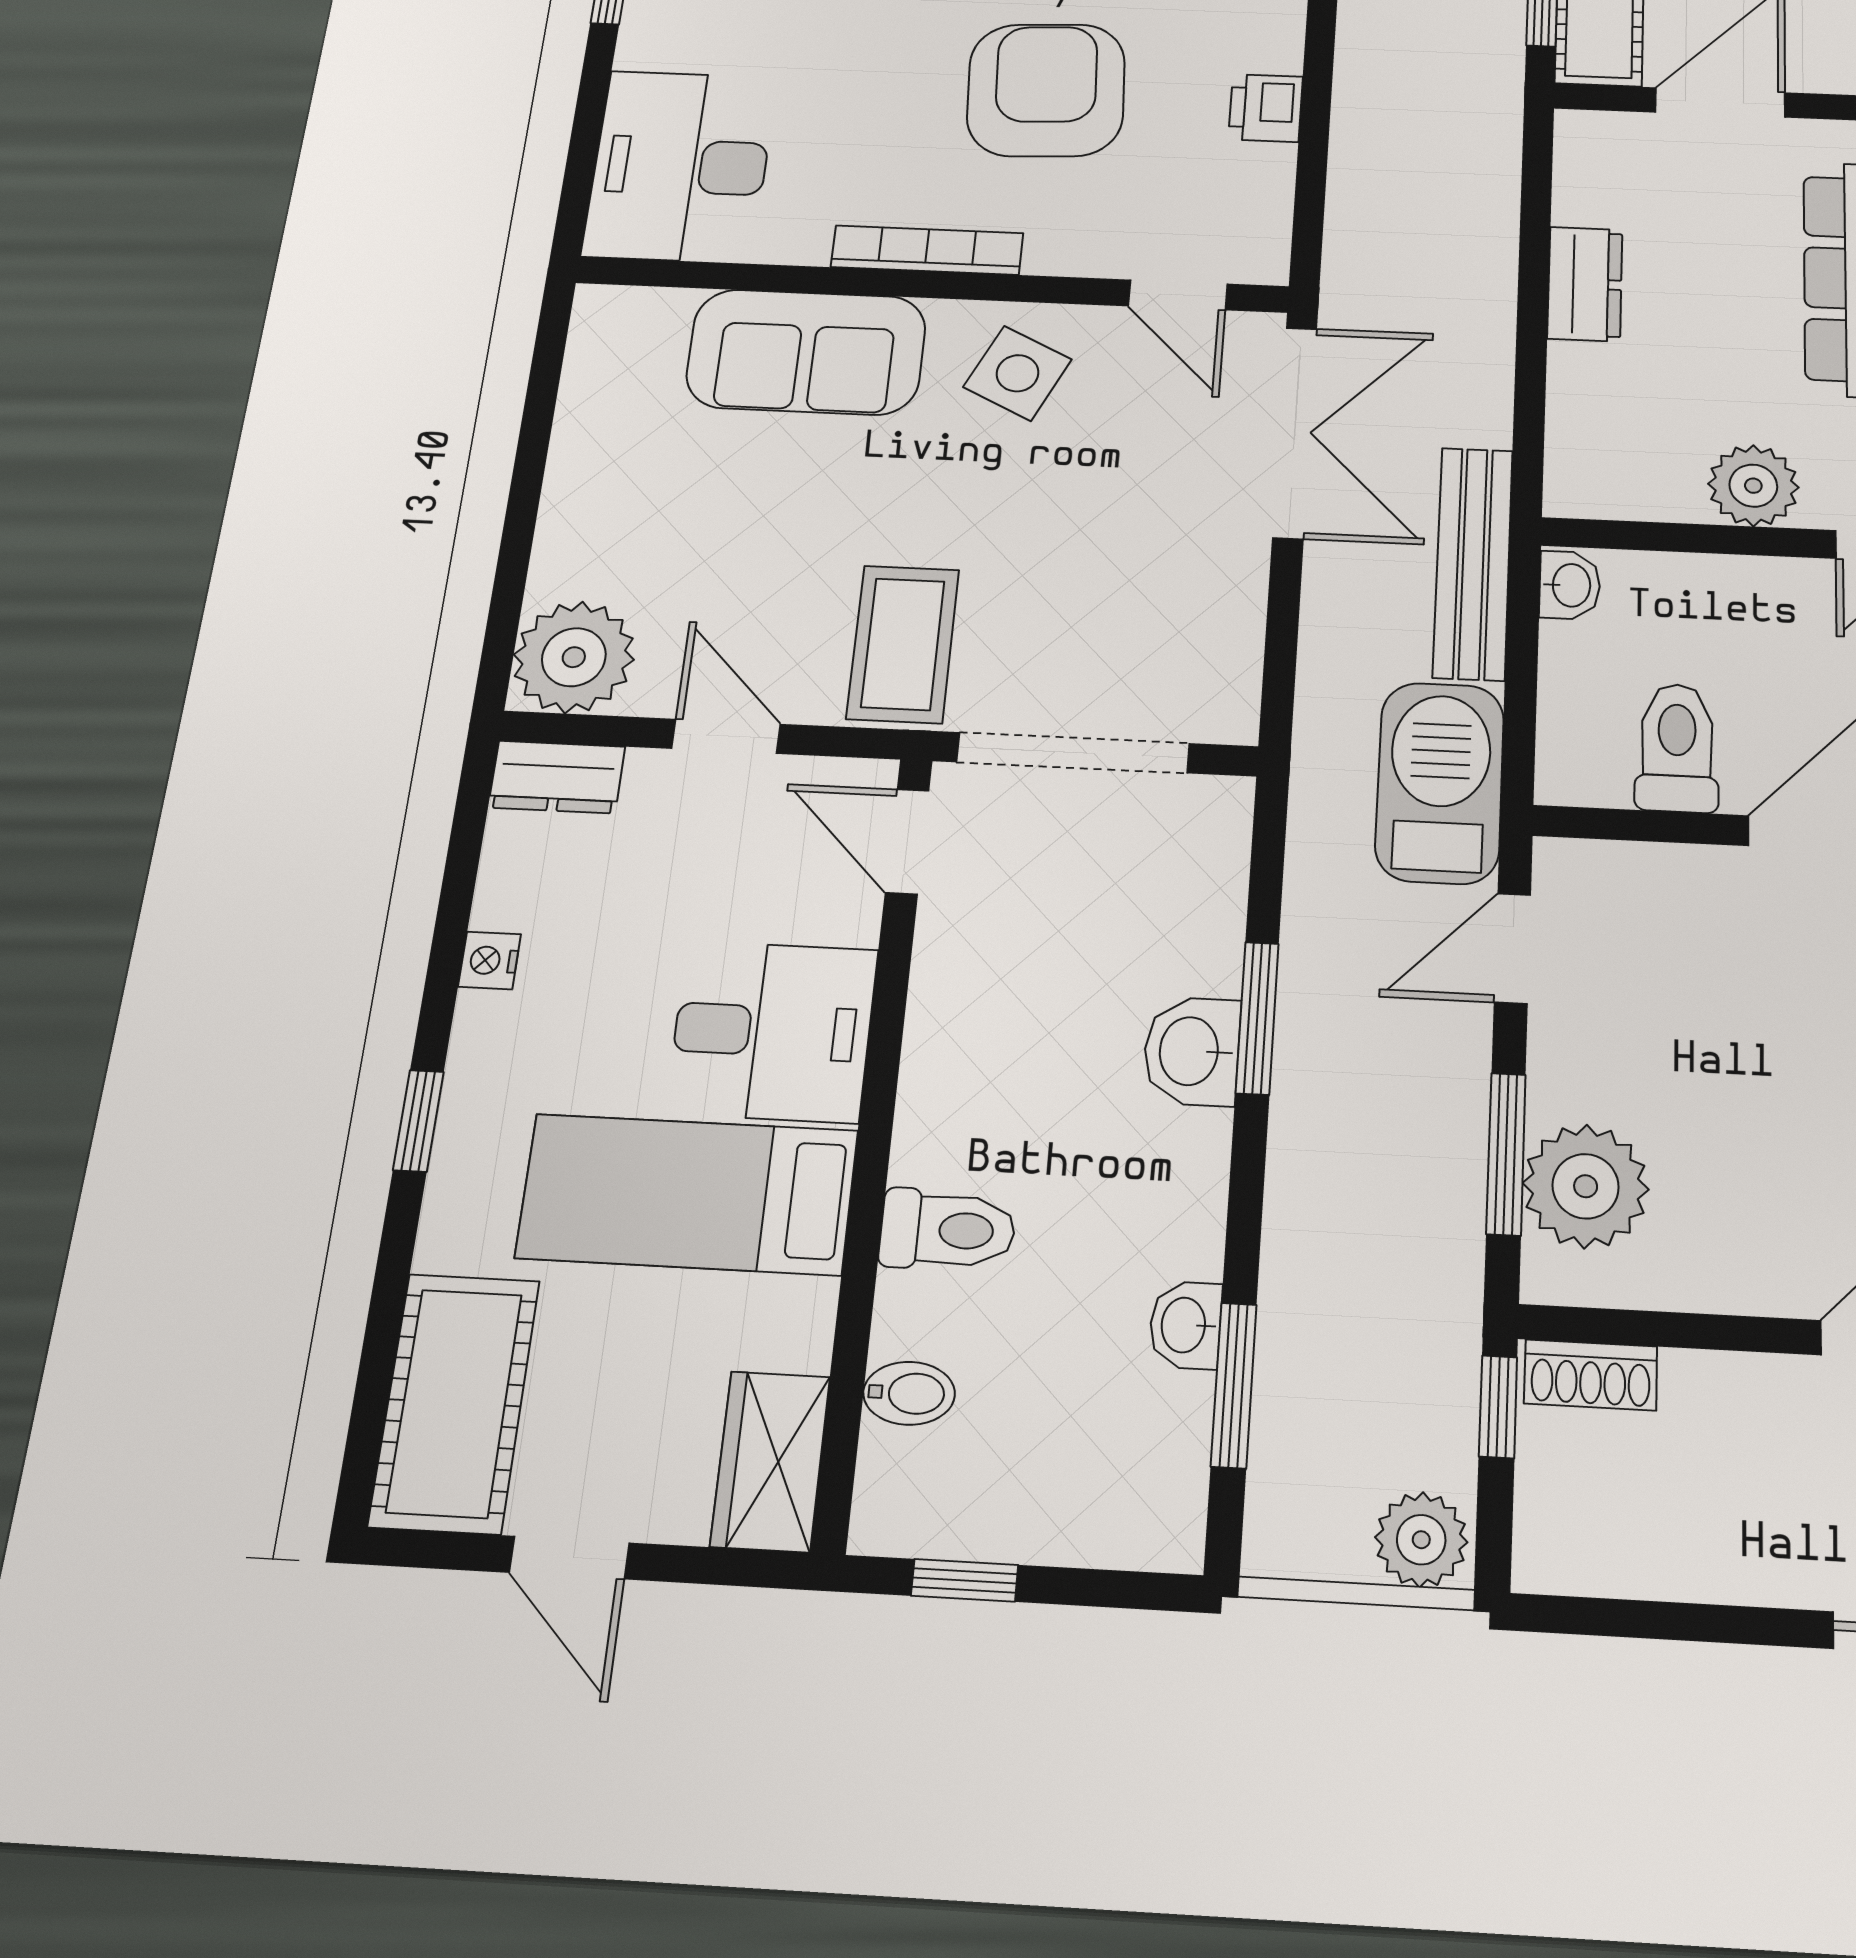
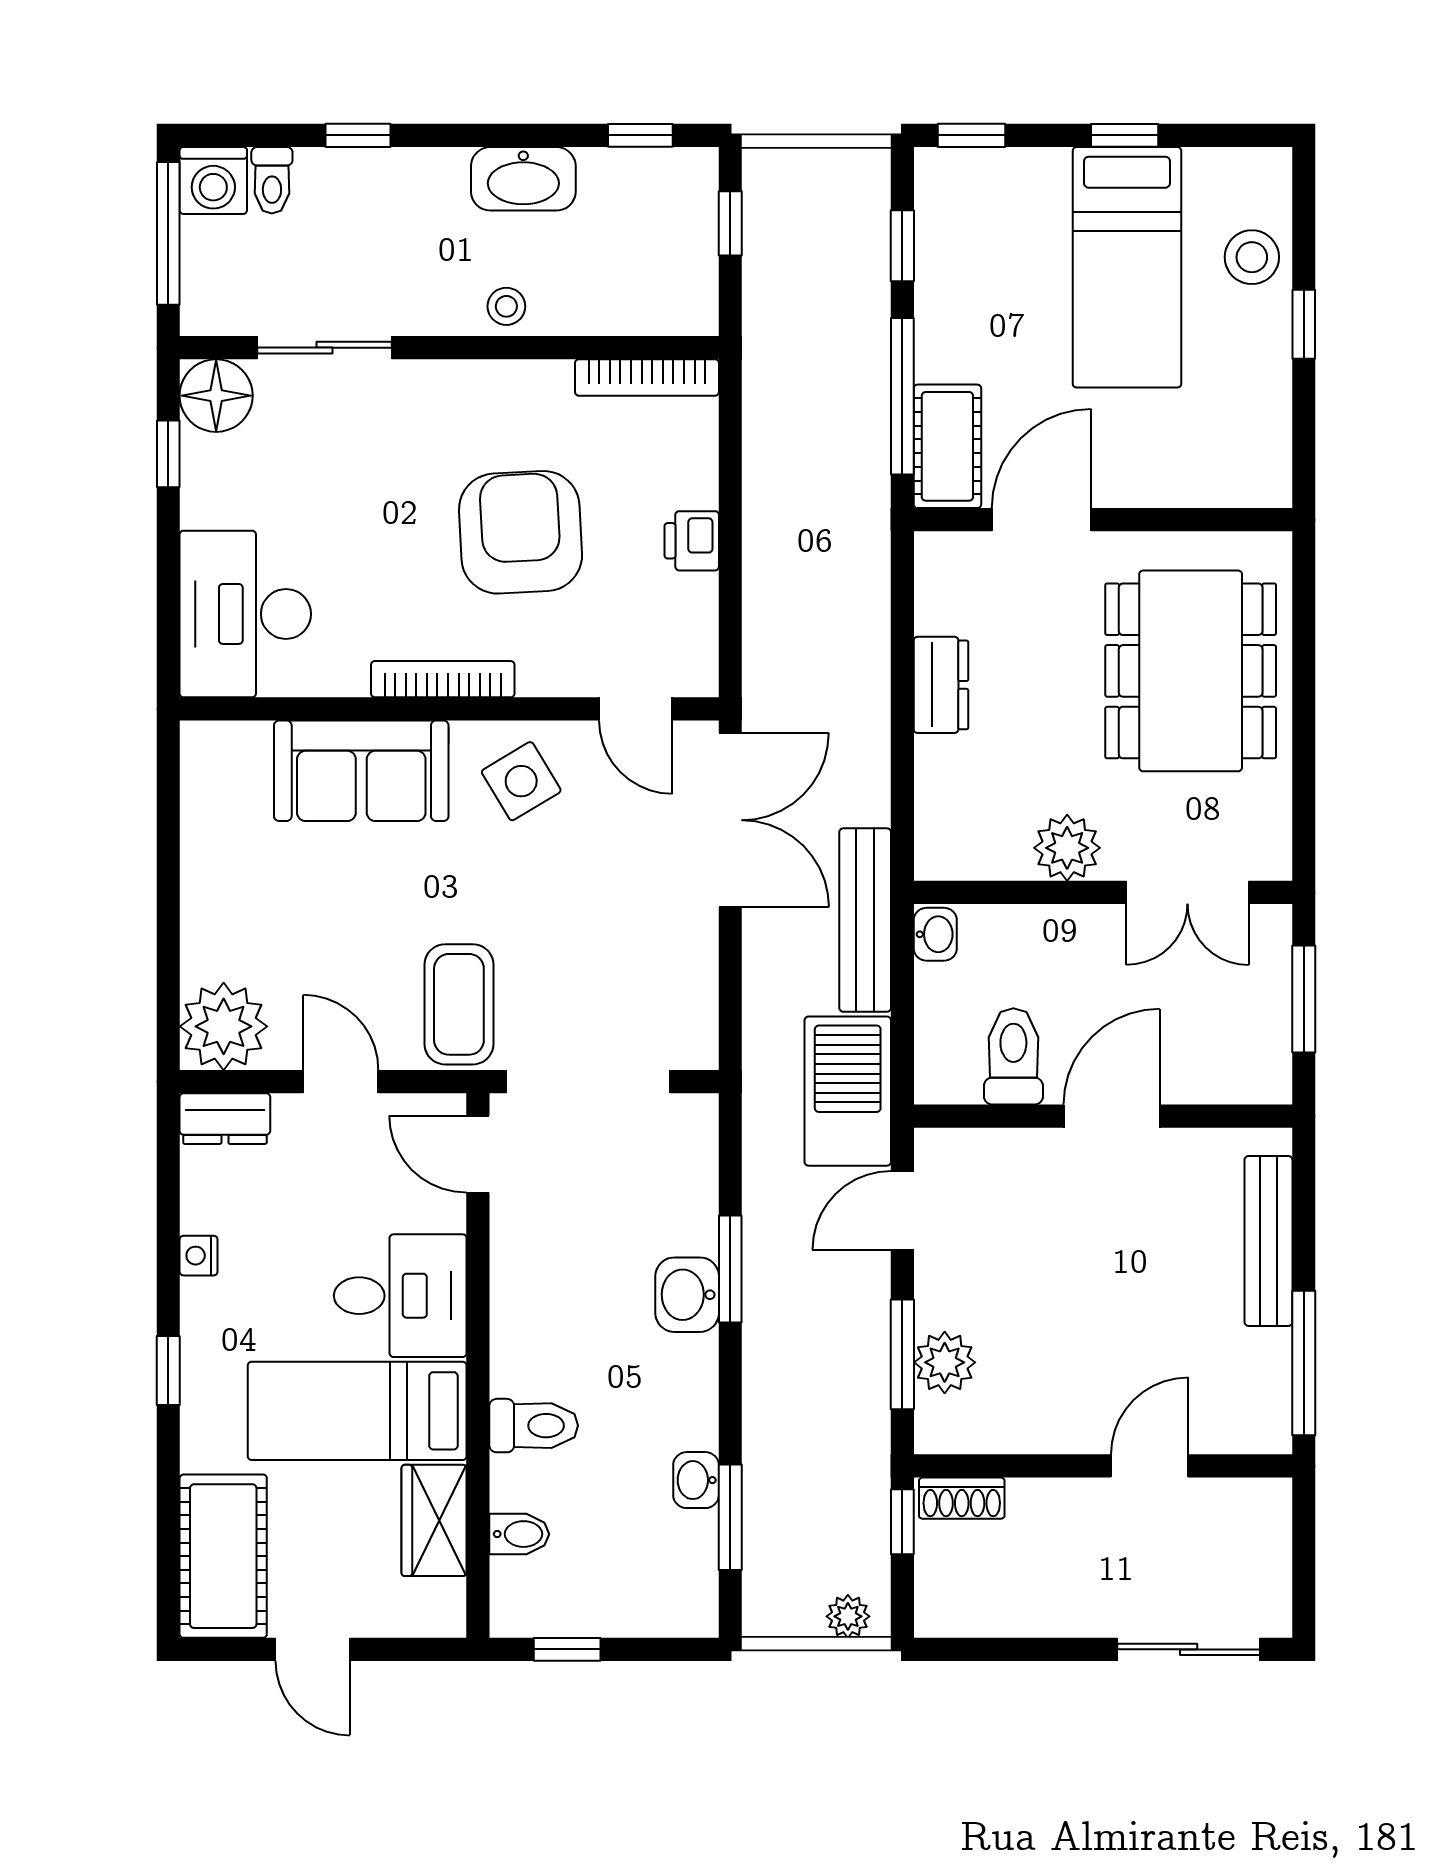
side table: (1018, 373) -> (521, 781), turned 33
plant: (1586, 1186) -> (945, 1362), width x0.73, depth x0.73
wardrobe: (770, 1461) -> (434, 1520), moved
plant: (1421, 1540) -> (848, 1616), width x0.73, depth x0.73

